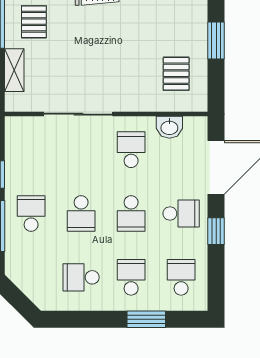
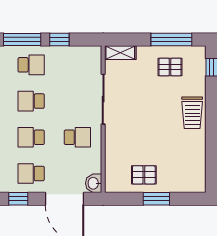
shelving: (14, 70) -> (120, 53), moved
pallet: (176, 74) -> (144, 175), moved
washbasin: (169, 127) -> (94, 183), moved
school desk: (181, 214) -> (31, 173), turned 90

